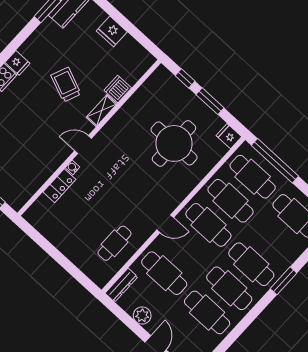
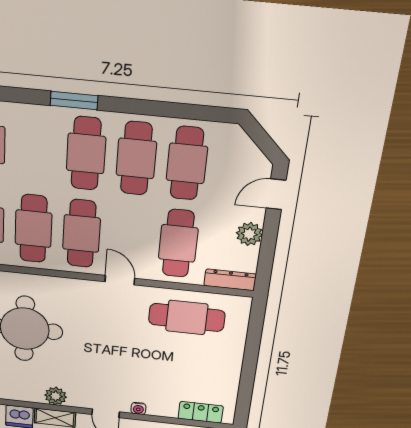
plant: (116, 124) -> (56, 396), added
locker: (59, 186) -> (201, 412), moved
cafe table: (114, 243) -> (187, 317), width x1.37, depth x1.35

